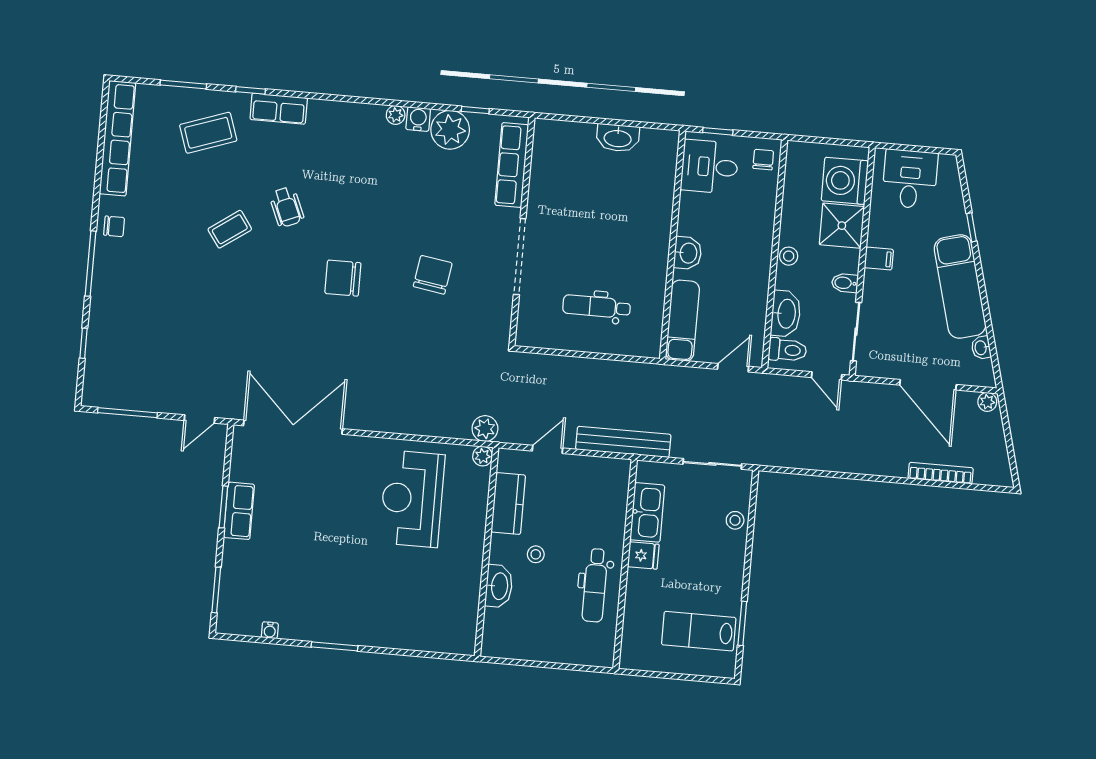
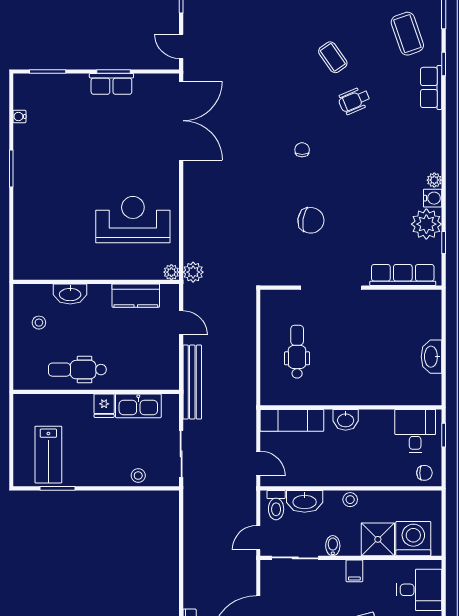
chair: (343, 278) -> (302, 150), width x0.54, depth x0.54
stool: (536, 554) -> (39, 323), moved
lab bench: (699, 631) -> (48, 455), turned 180

